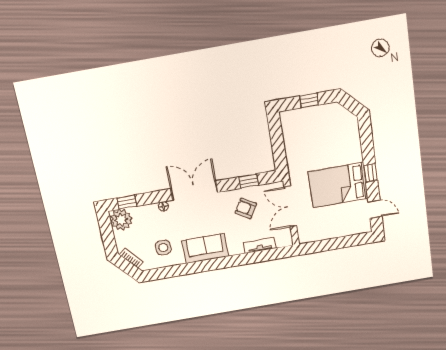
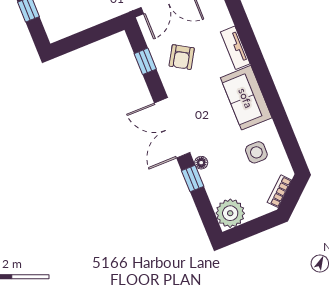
window: (127, 202) -> (193, 178), moved
tv unit: (260, 245) -> (235, 48), moved

